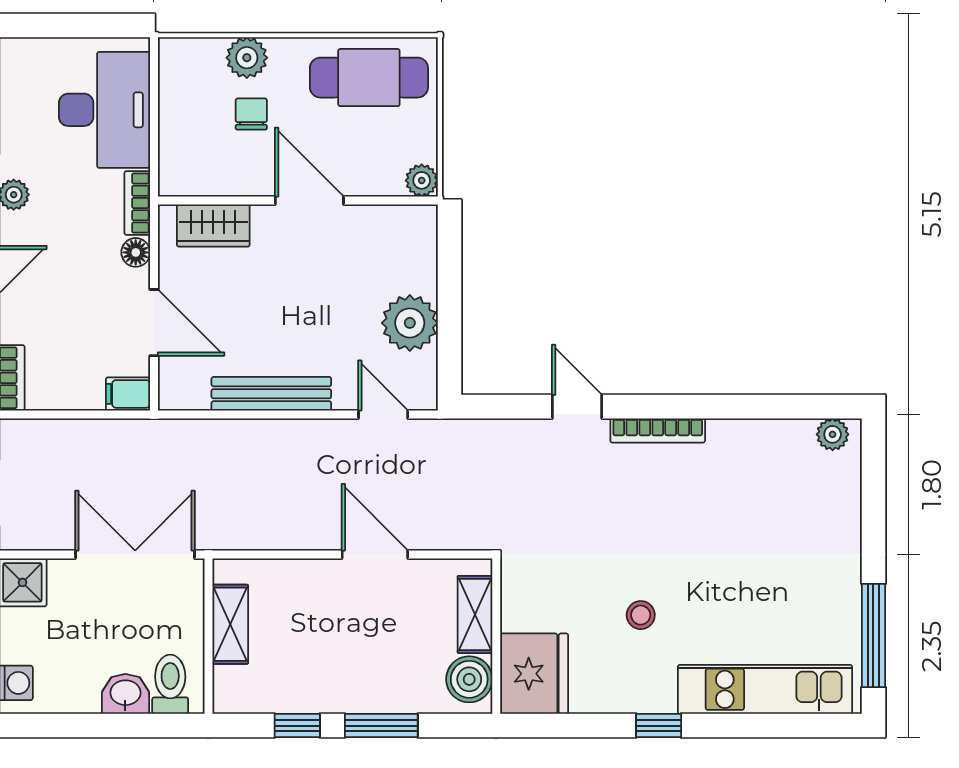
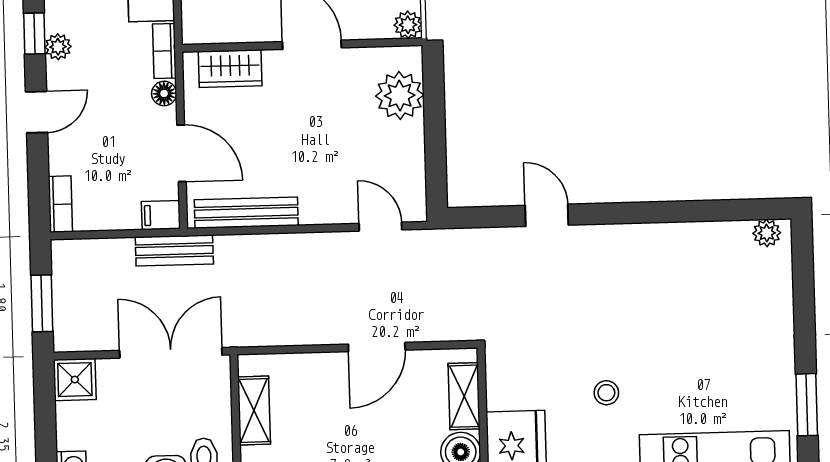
plant: (410, 323) -> (400, 95), moved
bench: (271, 394) -> (246, 213), moved
bookcase: (658, 430) -> (617, 234), removed
bench: (143, 435) -> (174, 250), added
door: (375, 554) -> (377, 347), swing flipped
window: (873, 636) -> (807, 405), width x0.69

